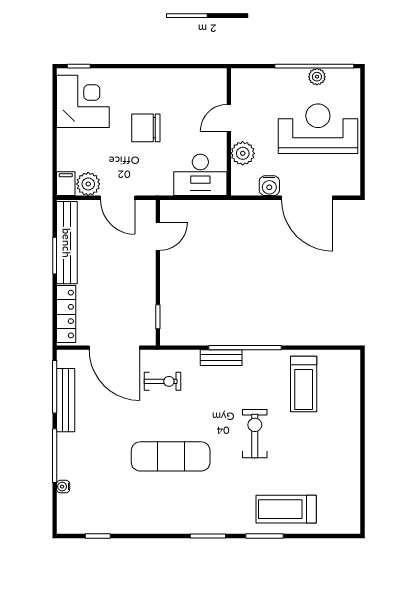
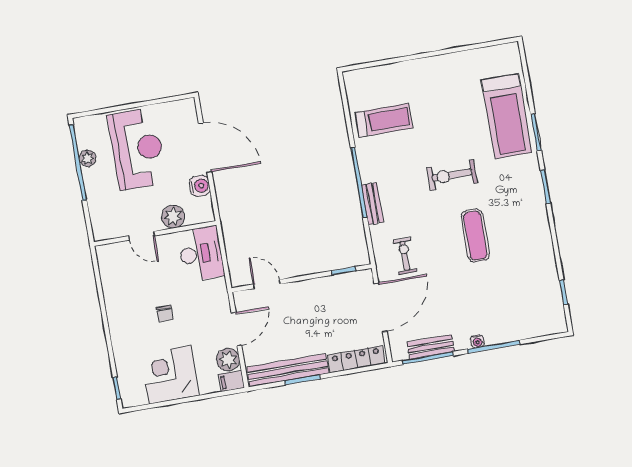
corner desk: (83, 101) -> (170, 375), moved
chair: (146, 128) -> (165, 314), width x0.54, depth x0.54
reception desk: (318, 129) -> (137, 149), turned 180
door: (307, 198) -> (205, 148), hinge flipped
bench: (66, 400) -> (431, 347), width x0.73
exercise bike: (255, 434) -> (452, 175), moved
exercise mat: (171, 456) -> (475, 236), width x0.73, depth x0.69
water cooler: (63, 487) -> (477, 341), moved
treadmill: (286, 509) -> (507, 116), width x1.37, depth x1.37

